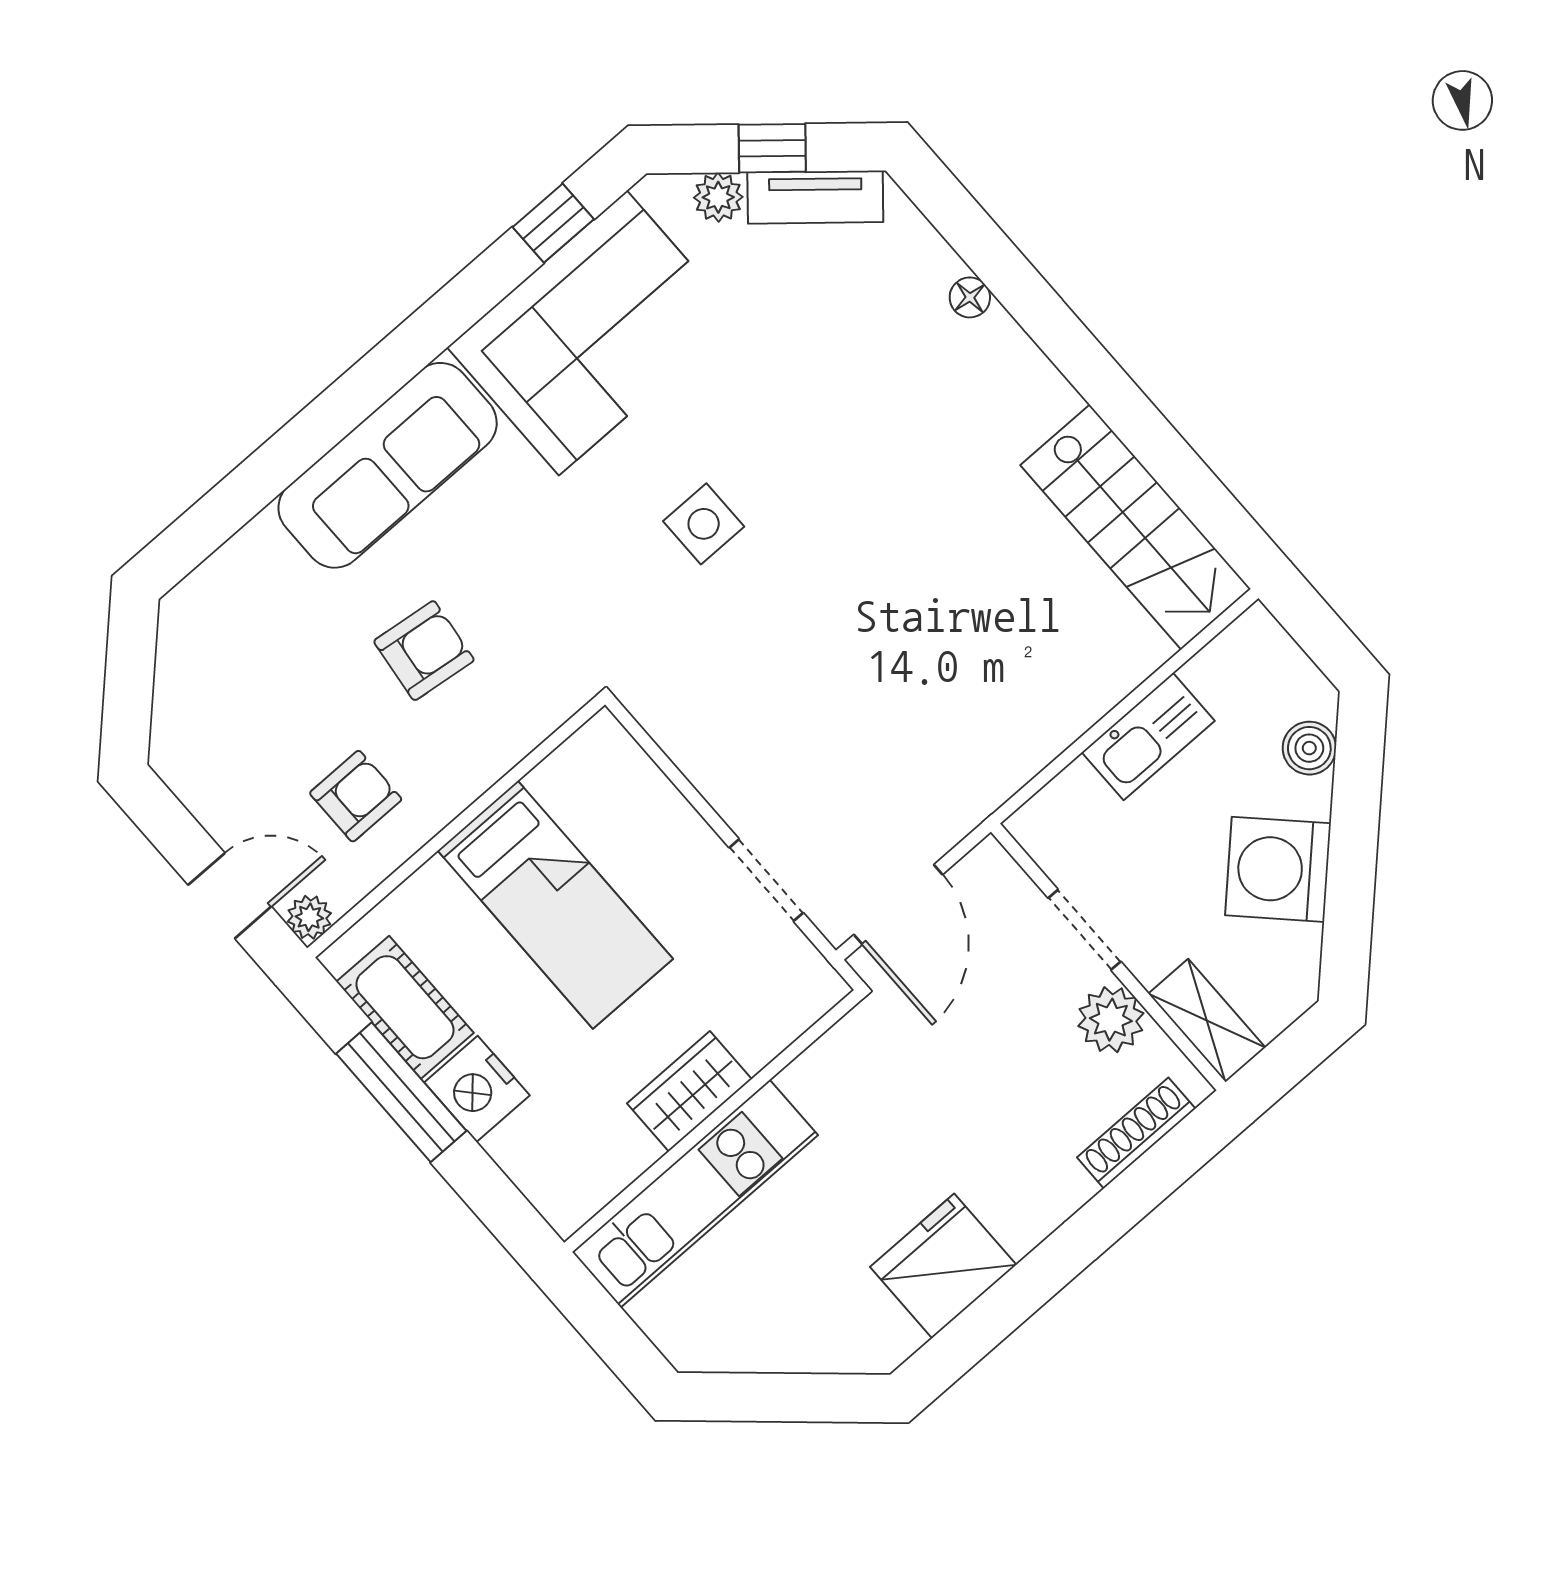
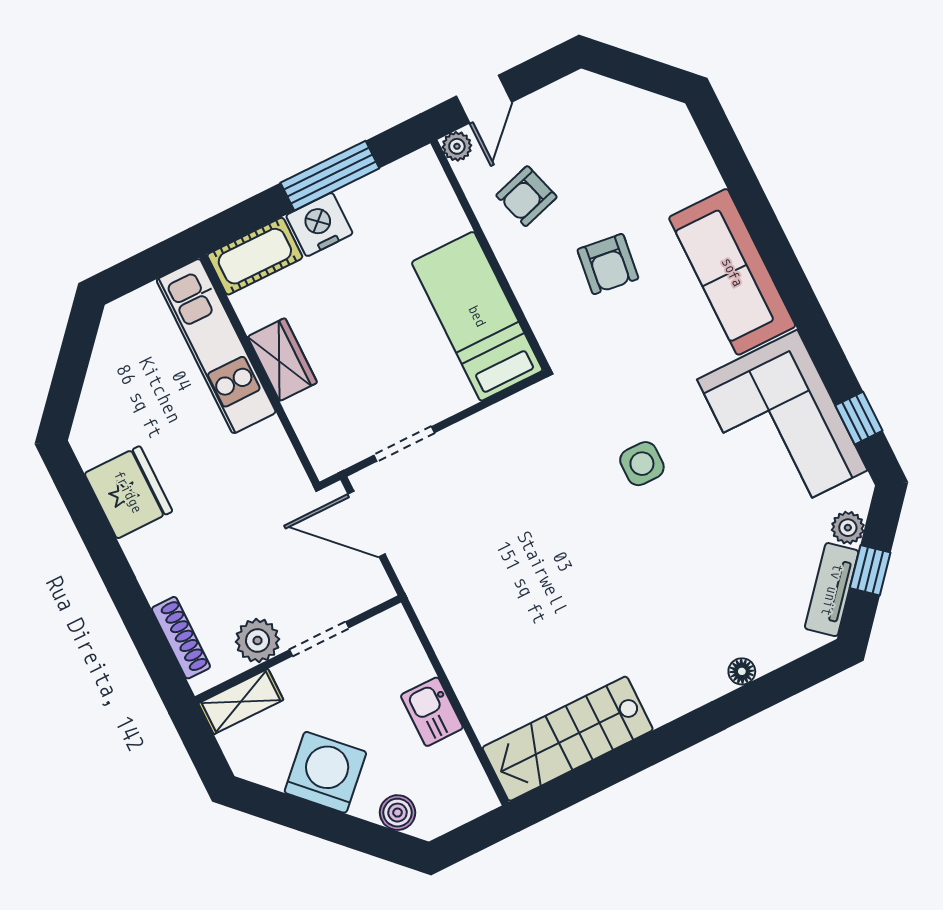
kitchen sink: (1148, 737) -> (432, 712), width x0.73
armchair: (356, 796) -> (526, 196), turned 73
bed: (555, 905) -> (477, 316), moved, turned 90
cot: (405, 1007) -> (255, 256), moved

